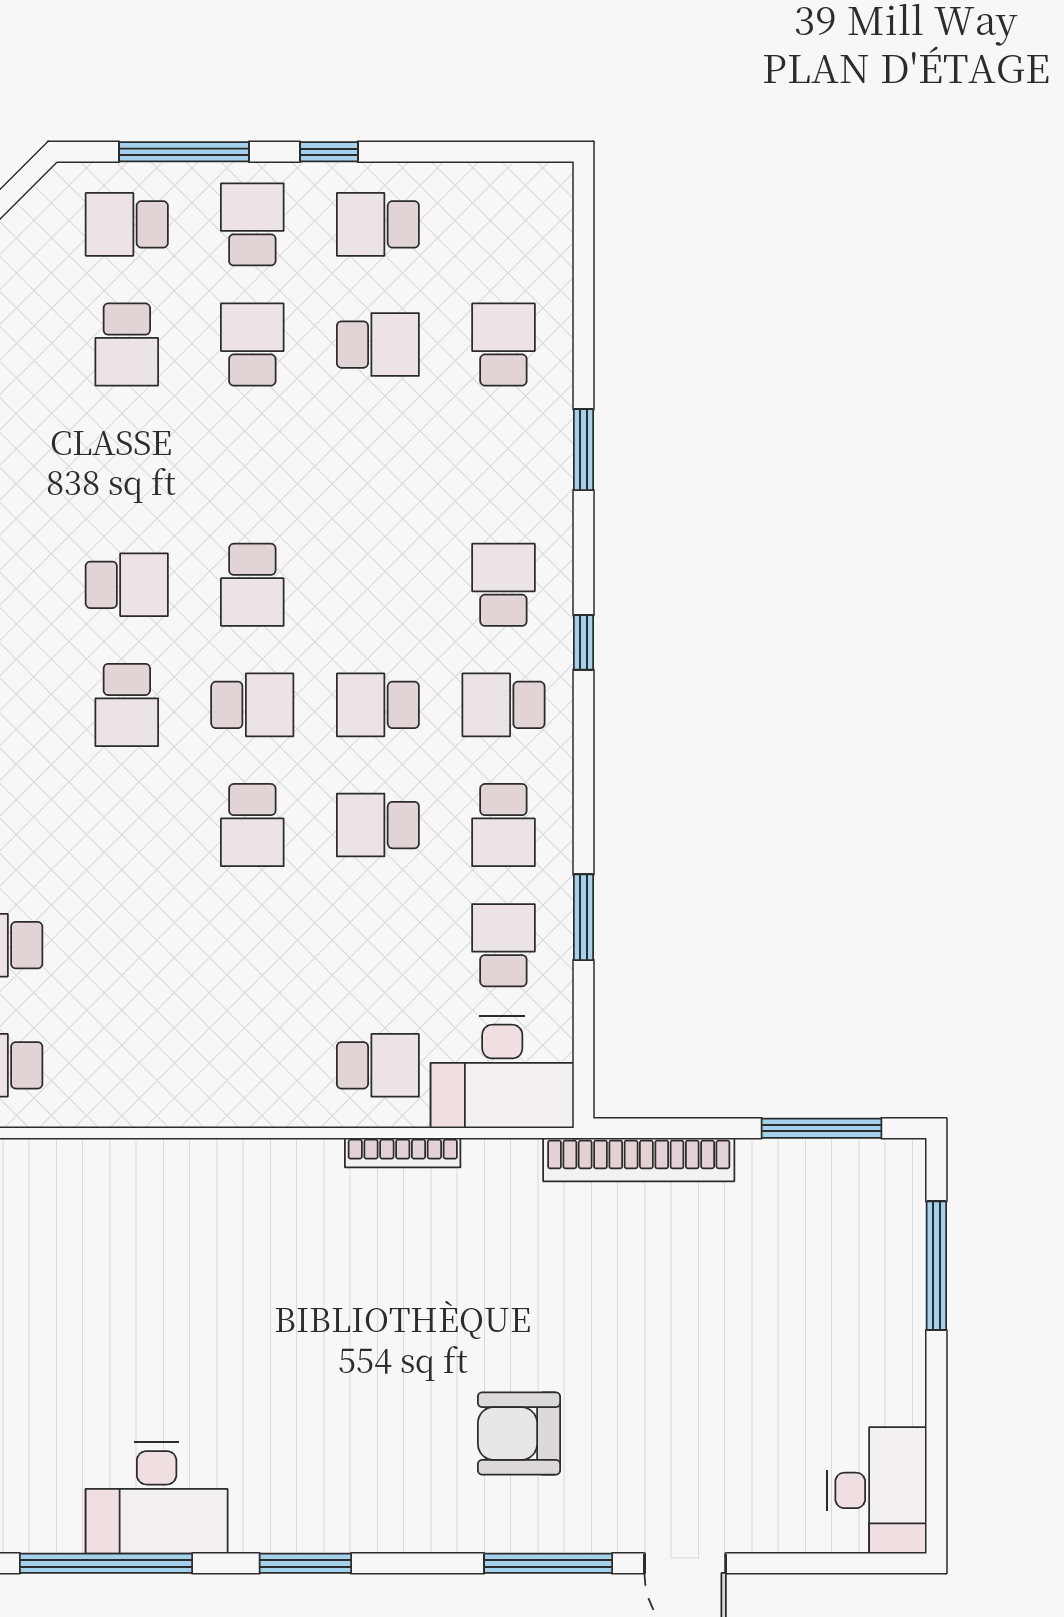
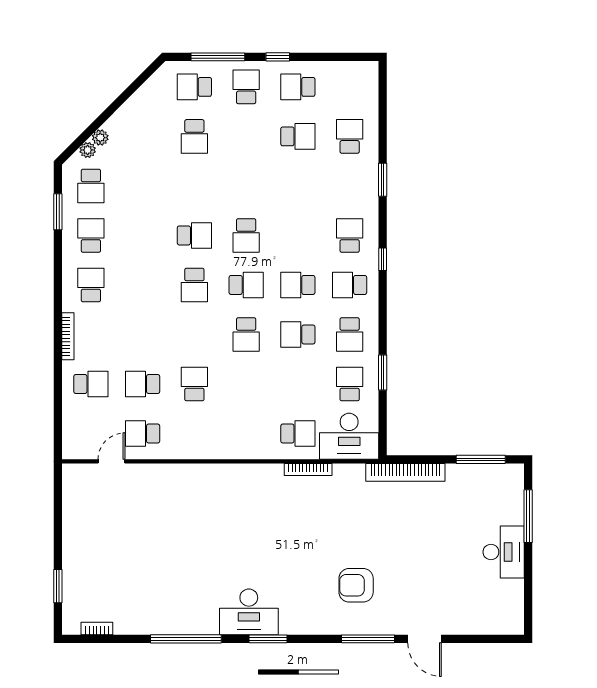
school desk: (252, 345) -> (194, 384), moved
desk: (877, 1490) -> (504, 552), moved
desk: (157, 1498) -> (249, 612), moved

